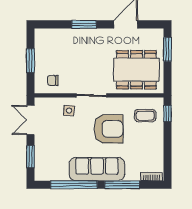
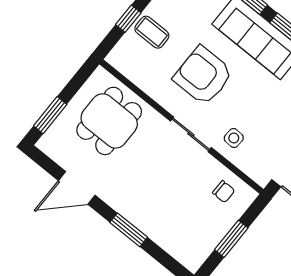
dining table: (136, 70) -> (109, 121), width x0.73
window: (167, 114) -> (128, 19), moved
coffee table: (145, 116) -> (152, 32), moved

